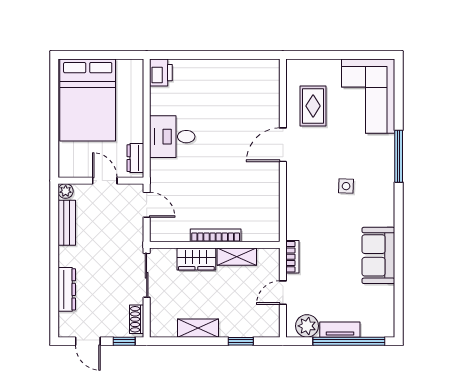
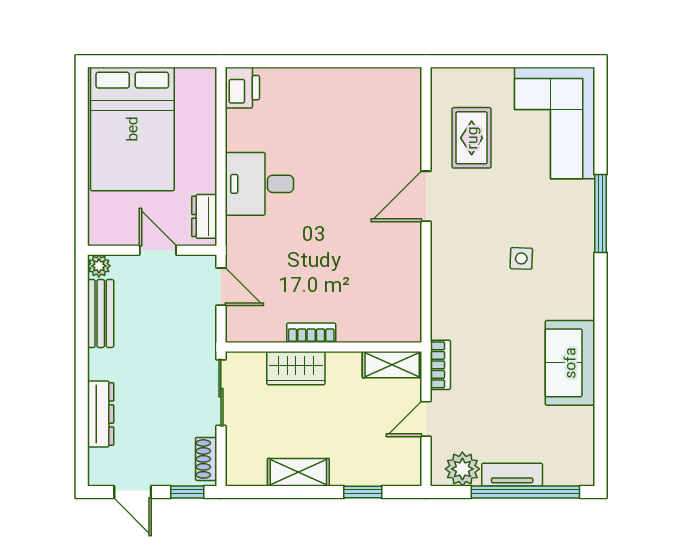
bookcase: (216, 235) -> (311, 333), width x0.64
shelving: (237, 257) -> (392, 365), moved

